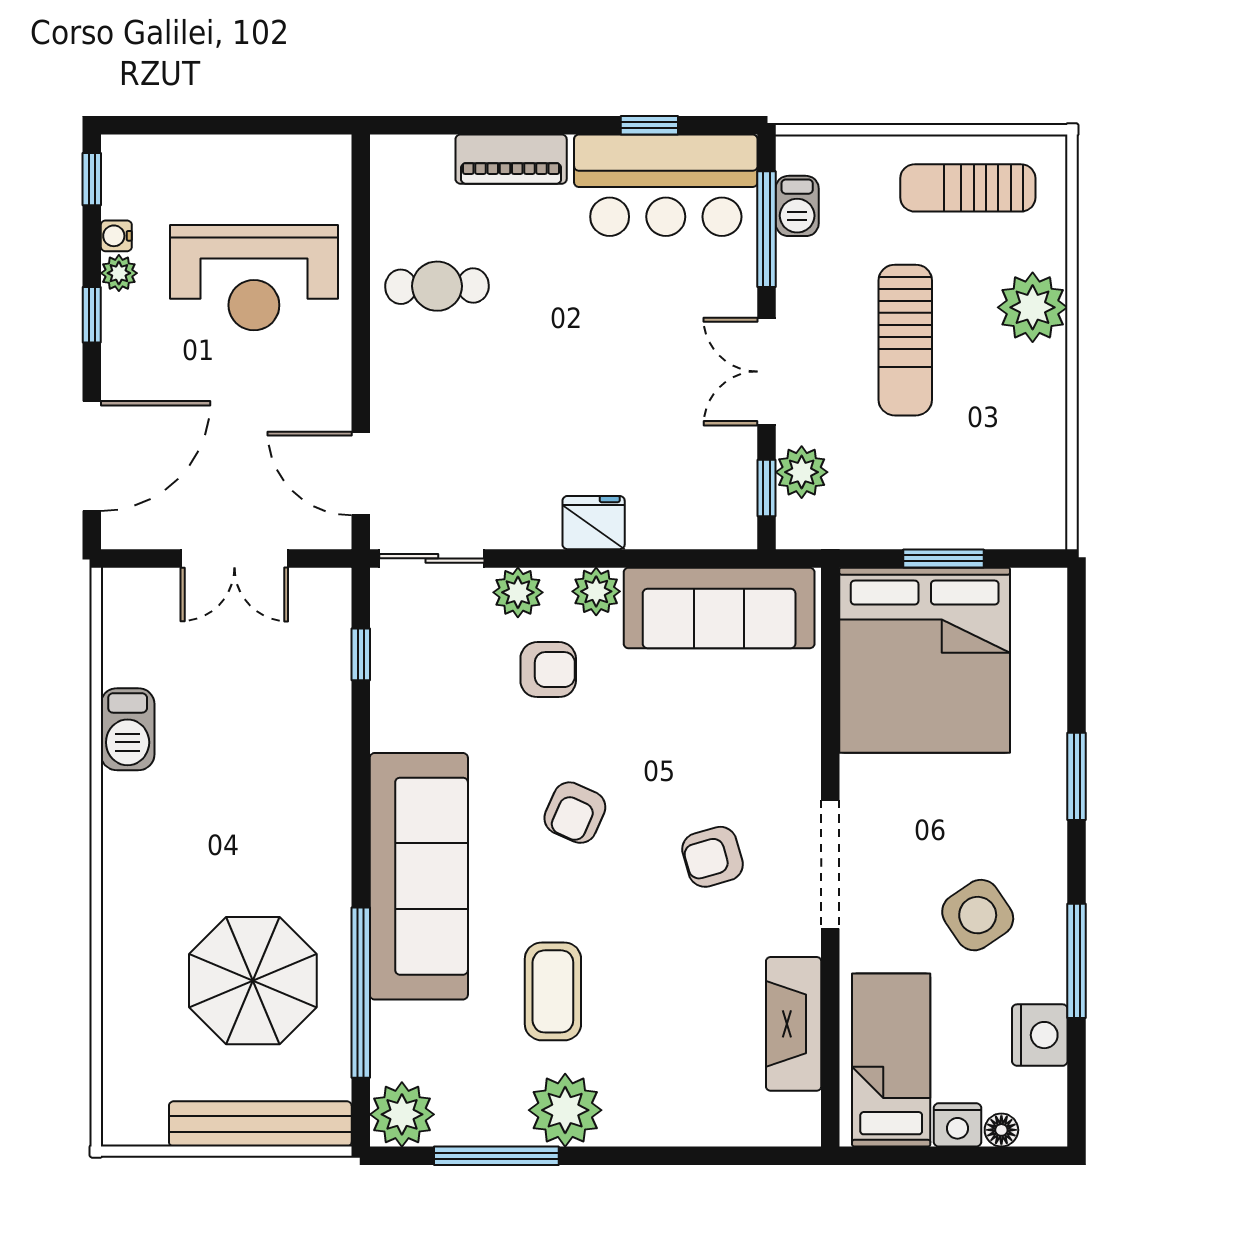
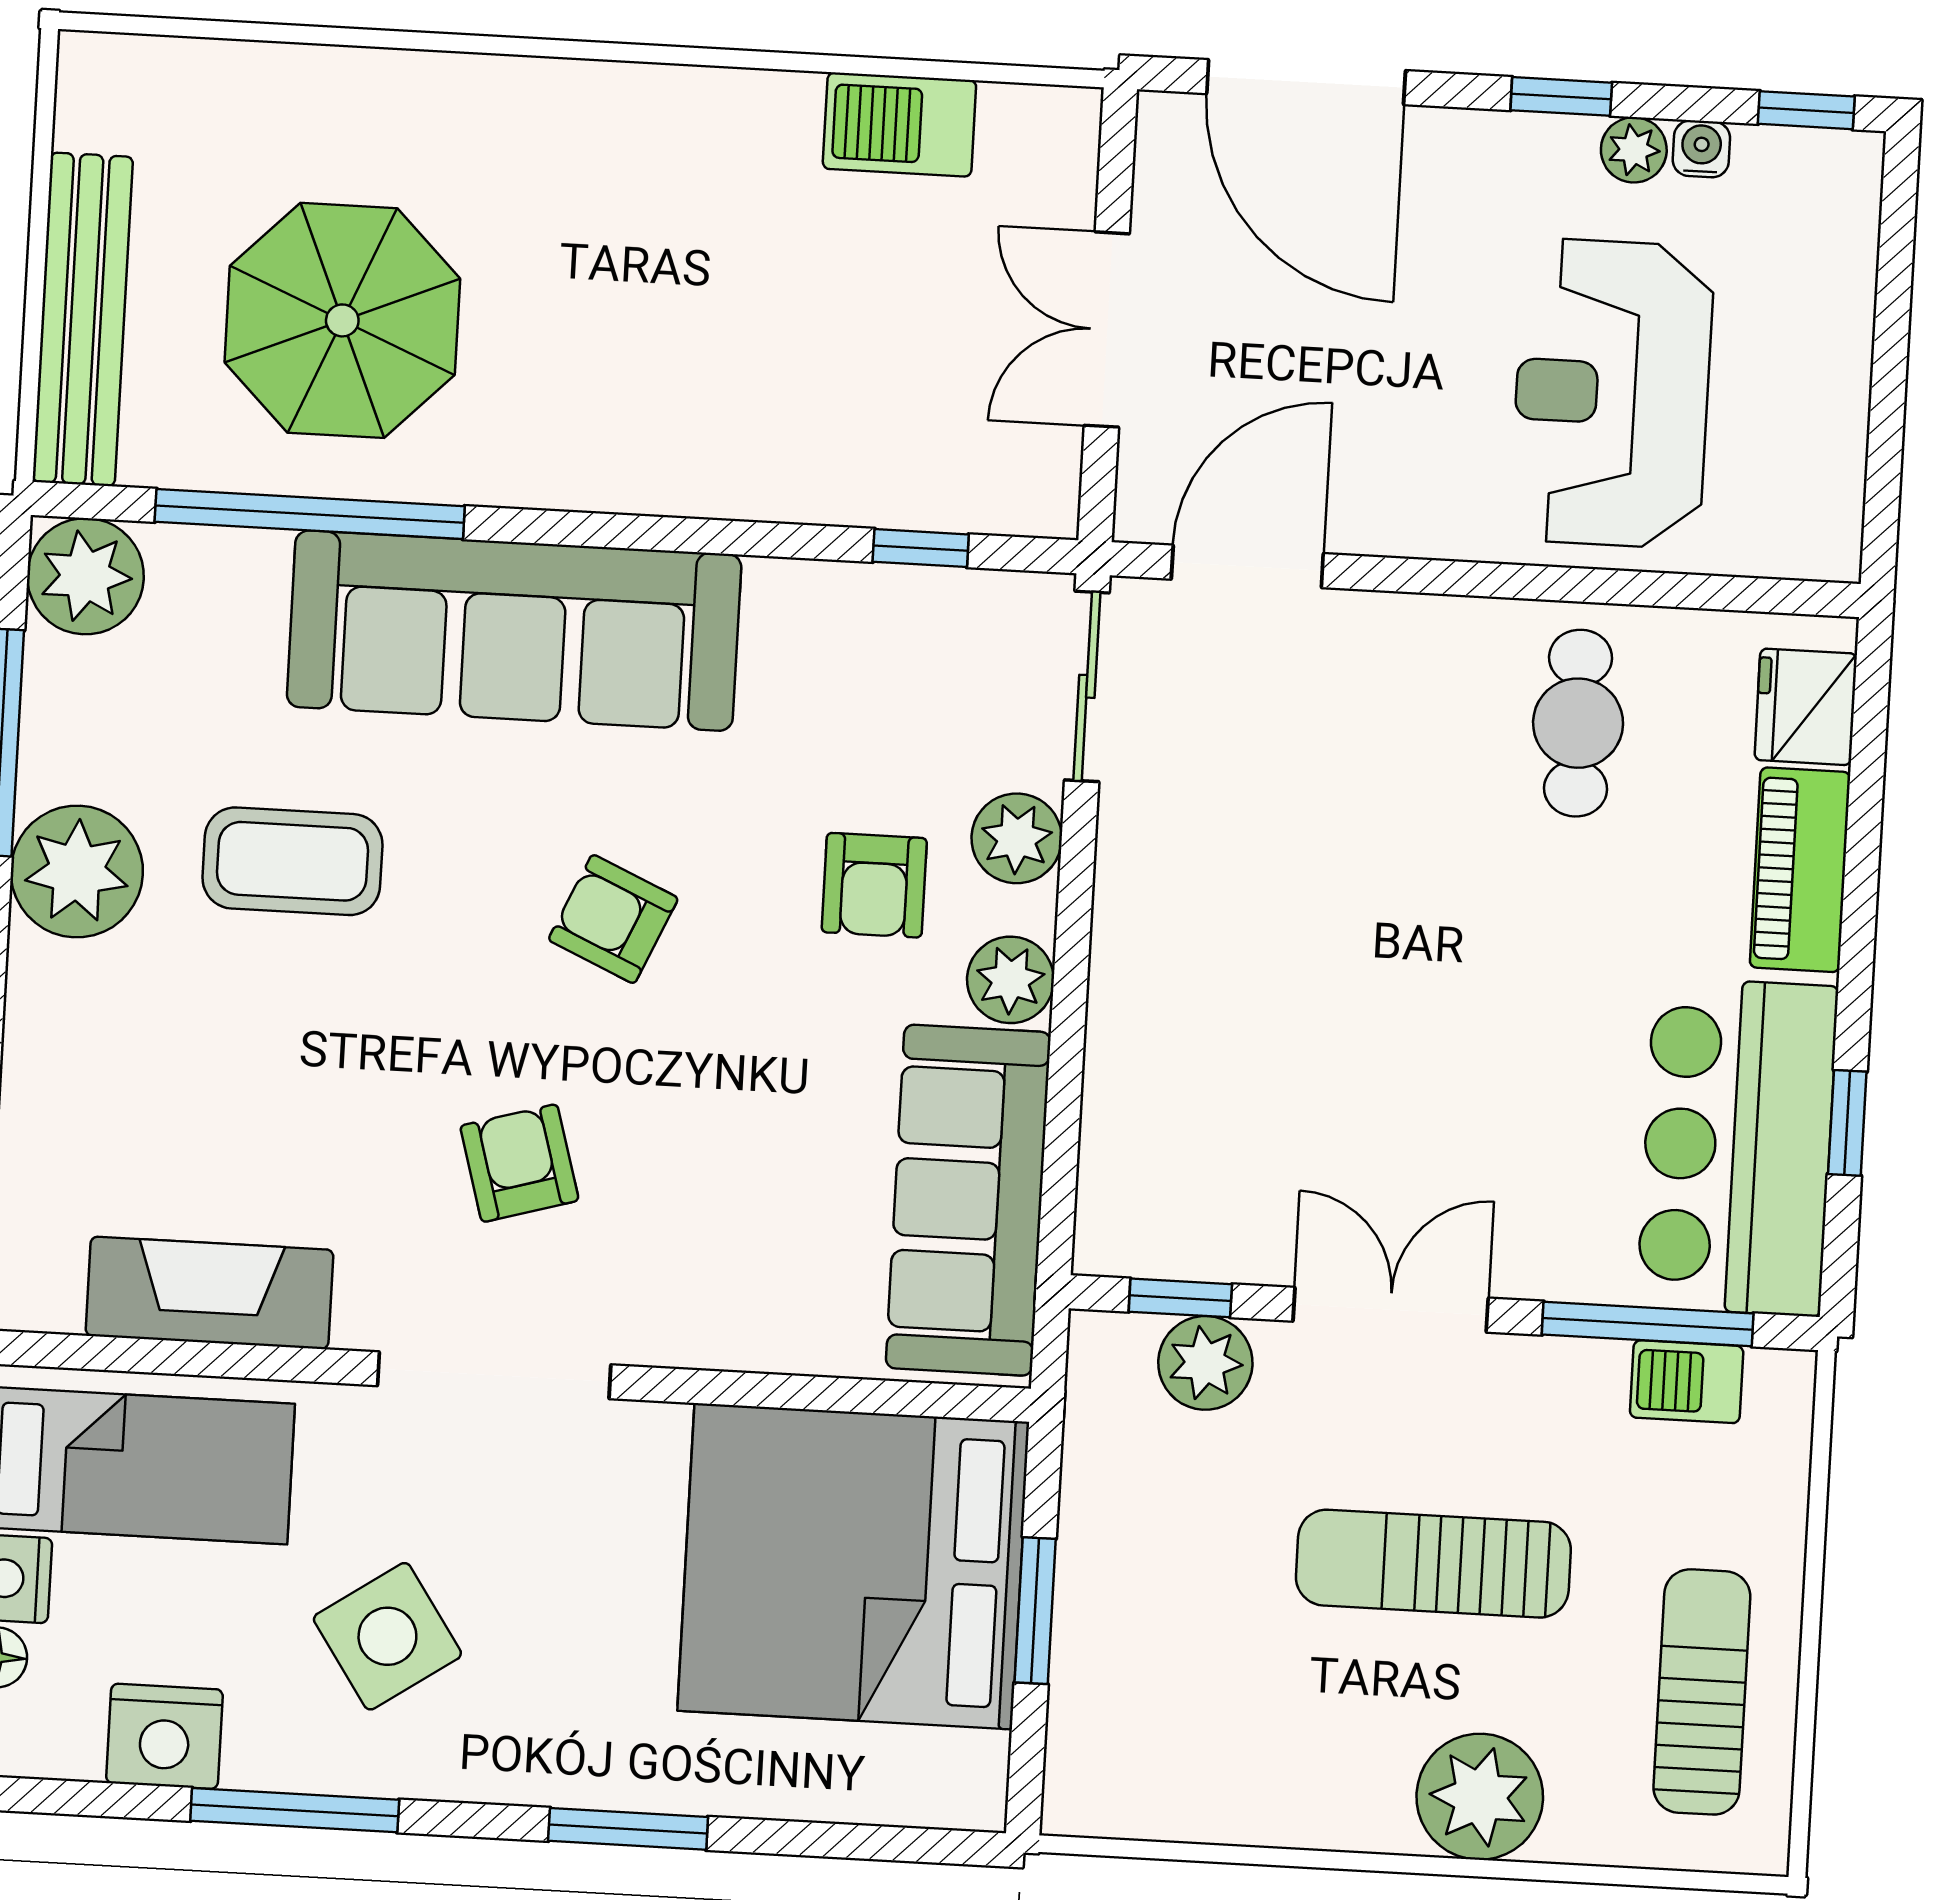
fridge: (594, 523) -> (1806, 707), moved, turned 180
barbecue: (128, 729) -> (899, 125), moved

